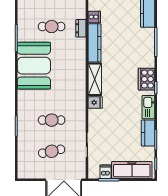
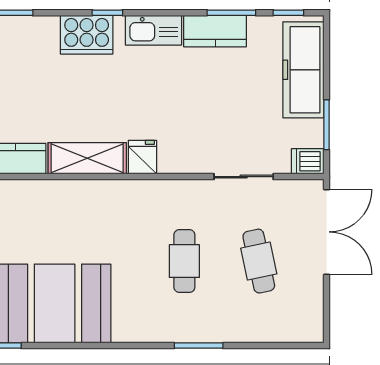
dishwasher: (106, 172) -> (308, 161), moved

